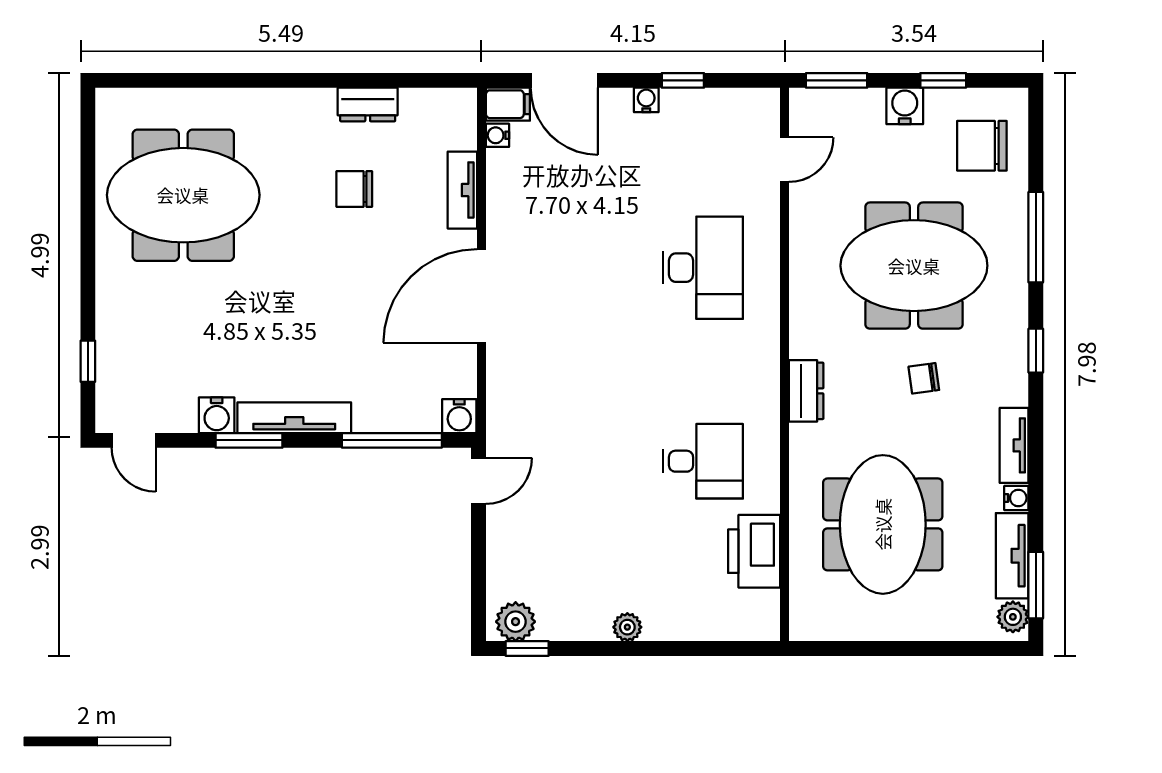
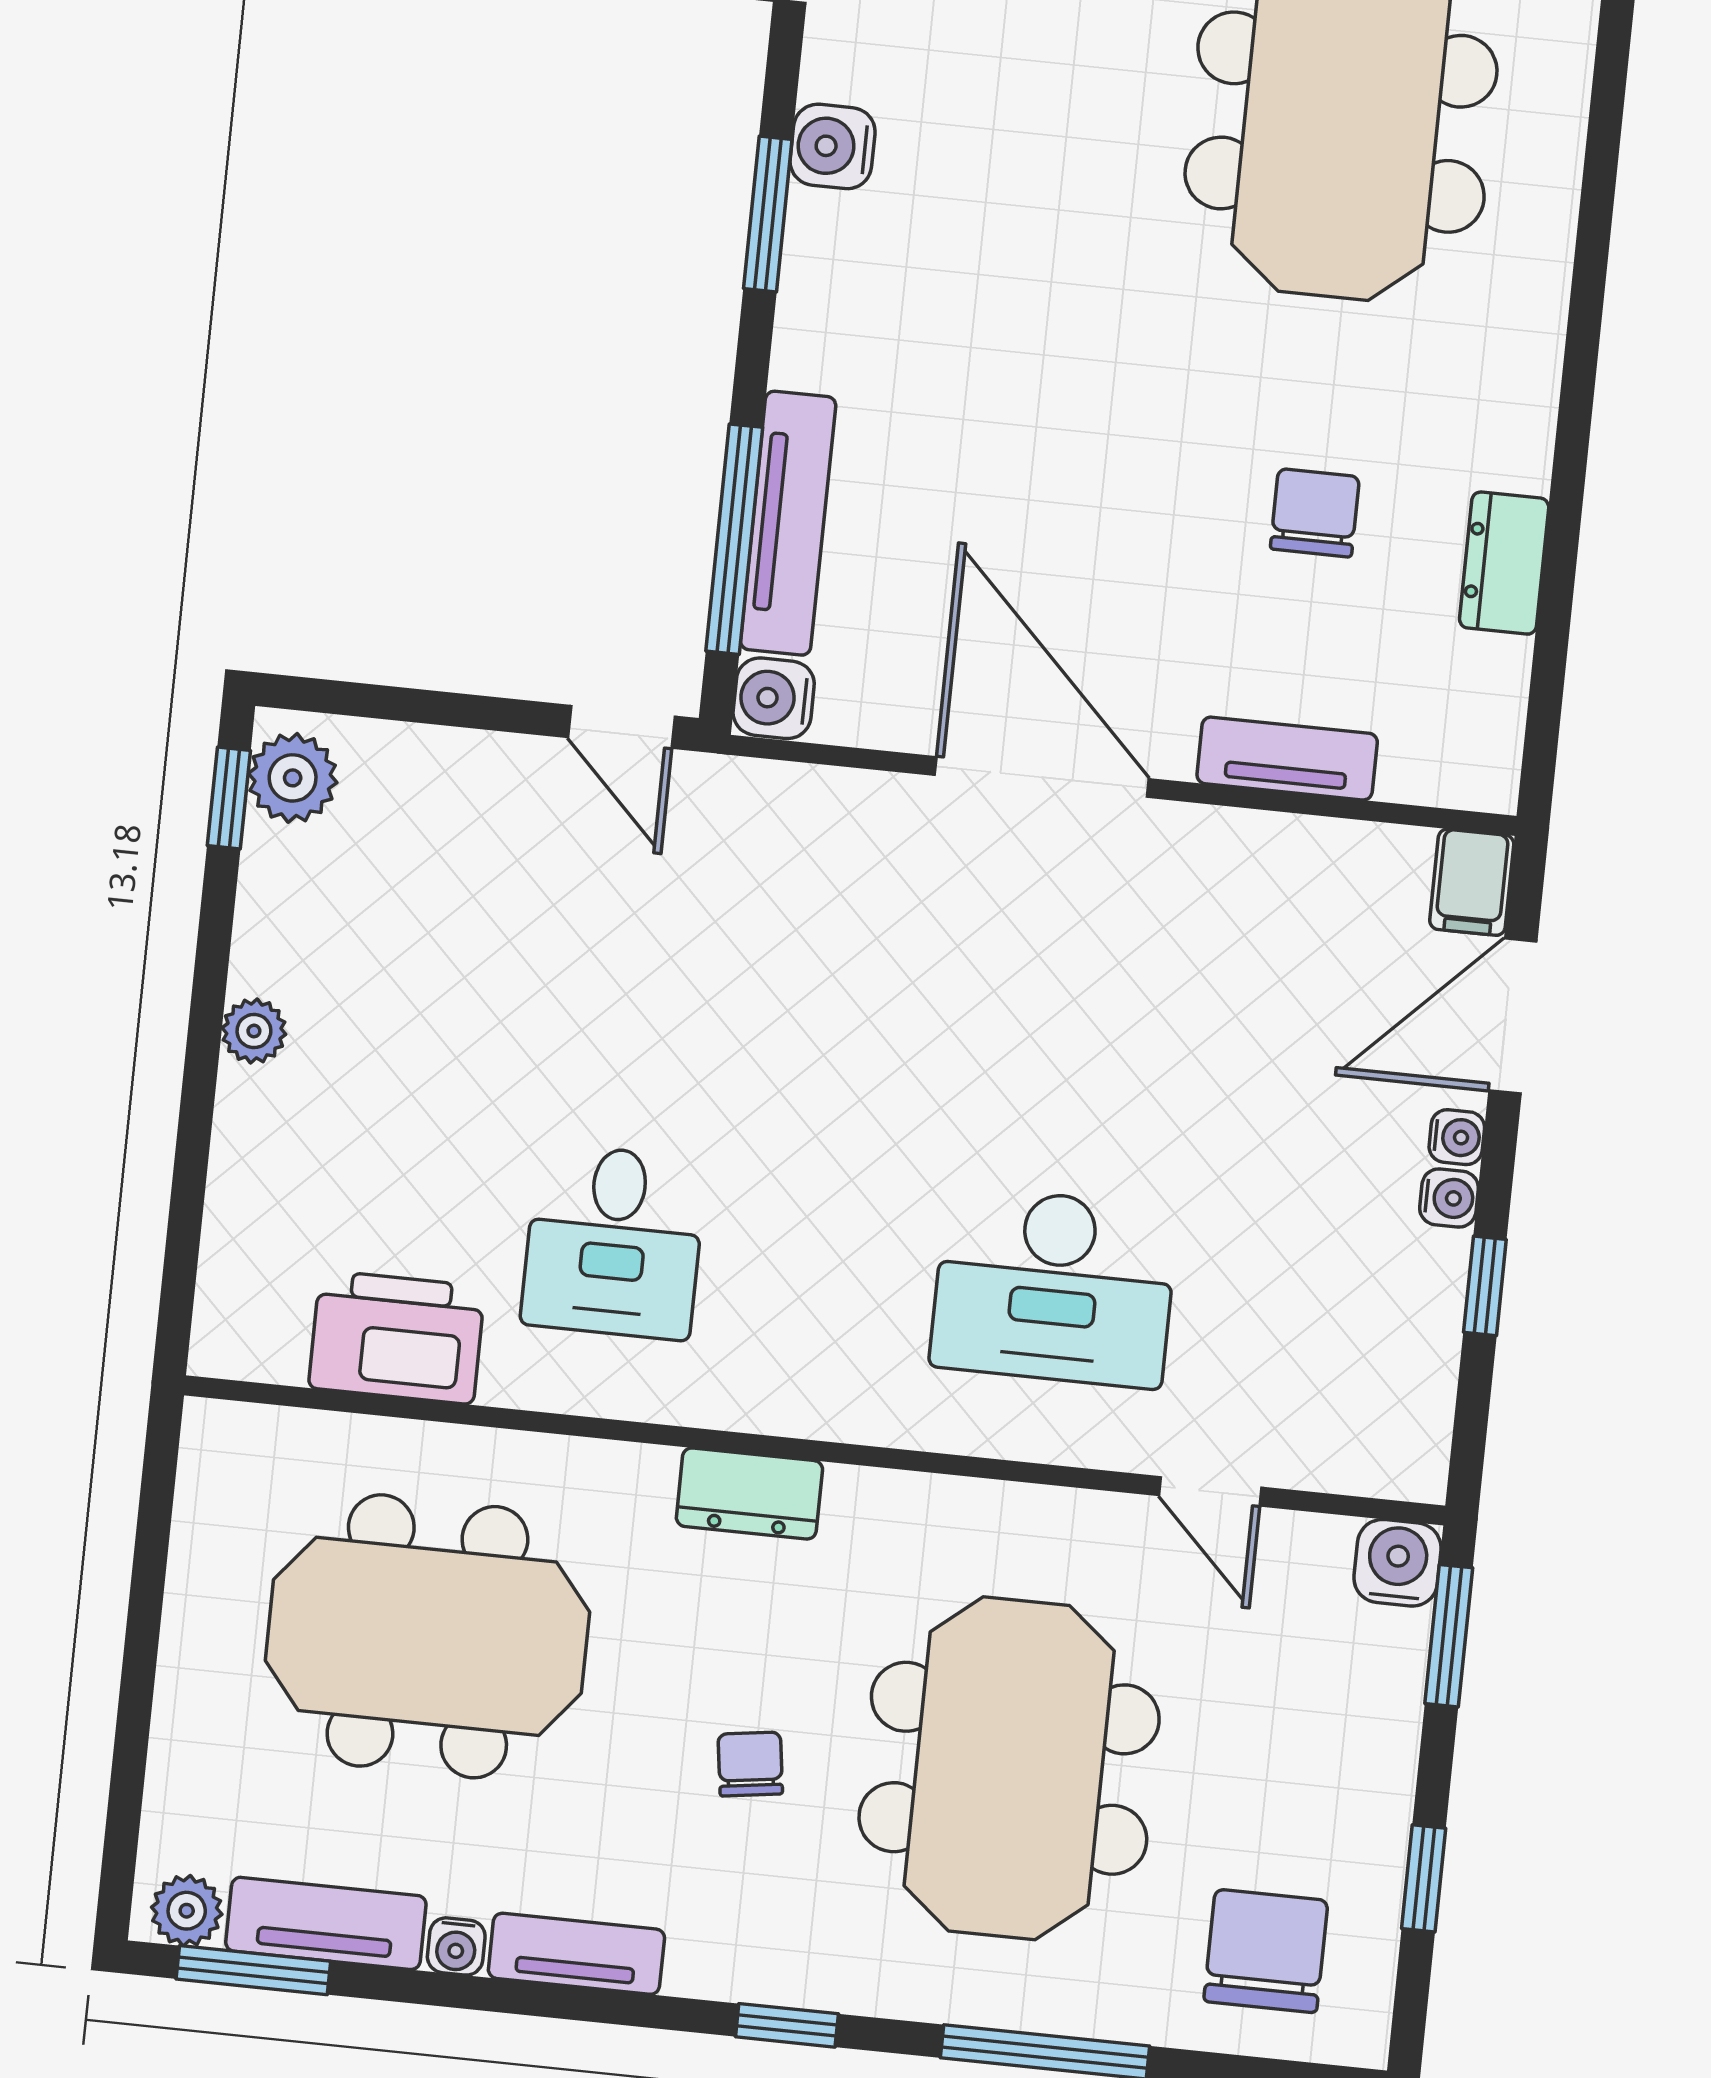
water cooler: (905, 106) -> (1397, 1563), moved, turned -90
water cooler: (497, 135) -> (1457, 1137), moved, turned 90
door: (785, 160) -> (1210, 1491), moved
tv unit: (294, 418) -> (788, 523), moved

